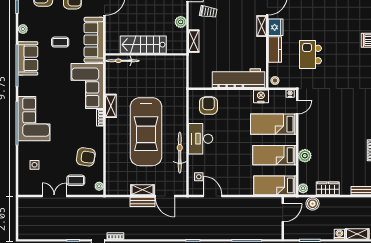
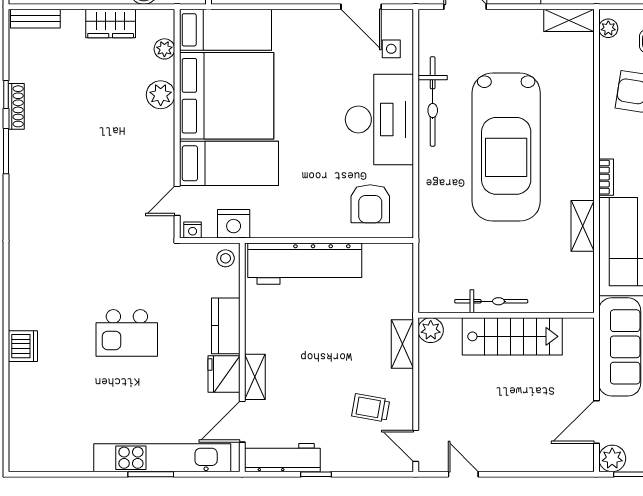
plant: (181, 22) -> (431, 330), moved
kitchen island: (311, 55) -> (127, 333), moved, turned 90
bicycle: (122, 61) -> (491, 301), moved
nightstand: (261, 96) -> (234, 224), moved
shelving: (111, 106) -> (583, 226), moved
car: (146, 132) -> (506, 147), turned 180
desk: (201, 139) -> (379, 119), width x1.36, depth x1.30
bed: (274, 155) -> (227, 96), width x2.04
plant: (303, 188) -> (164, 49), moved
shelving: (143, 190) -> (569, 20), moved

